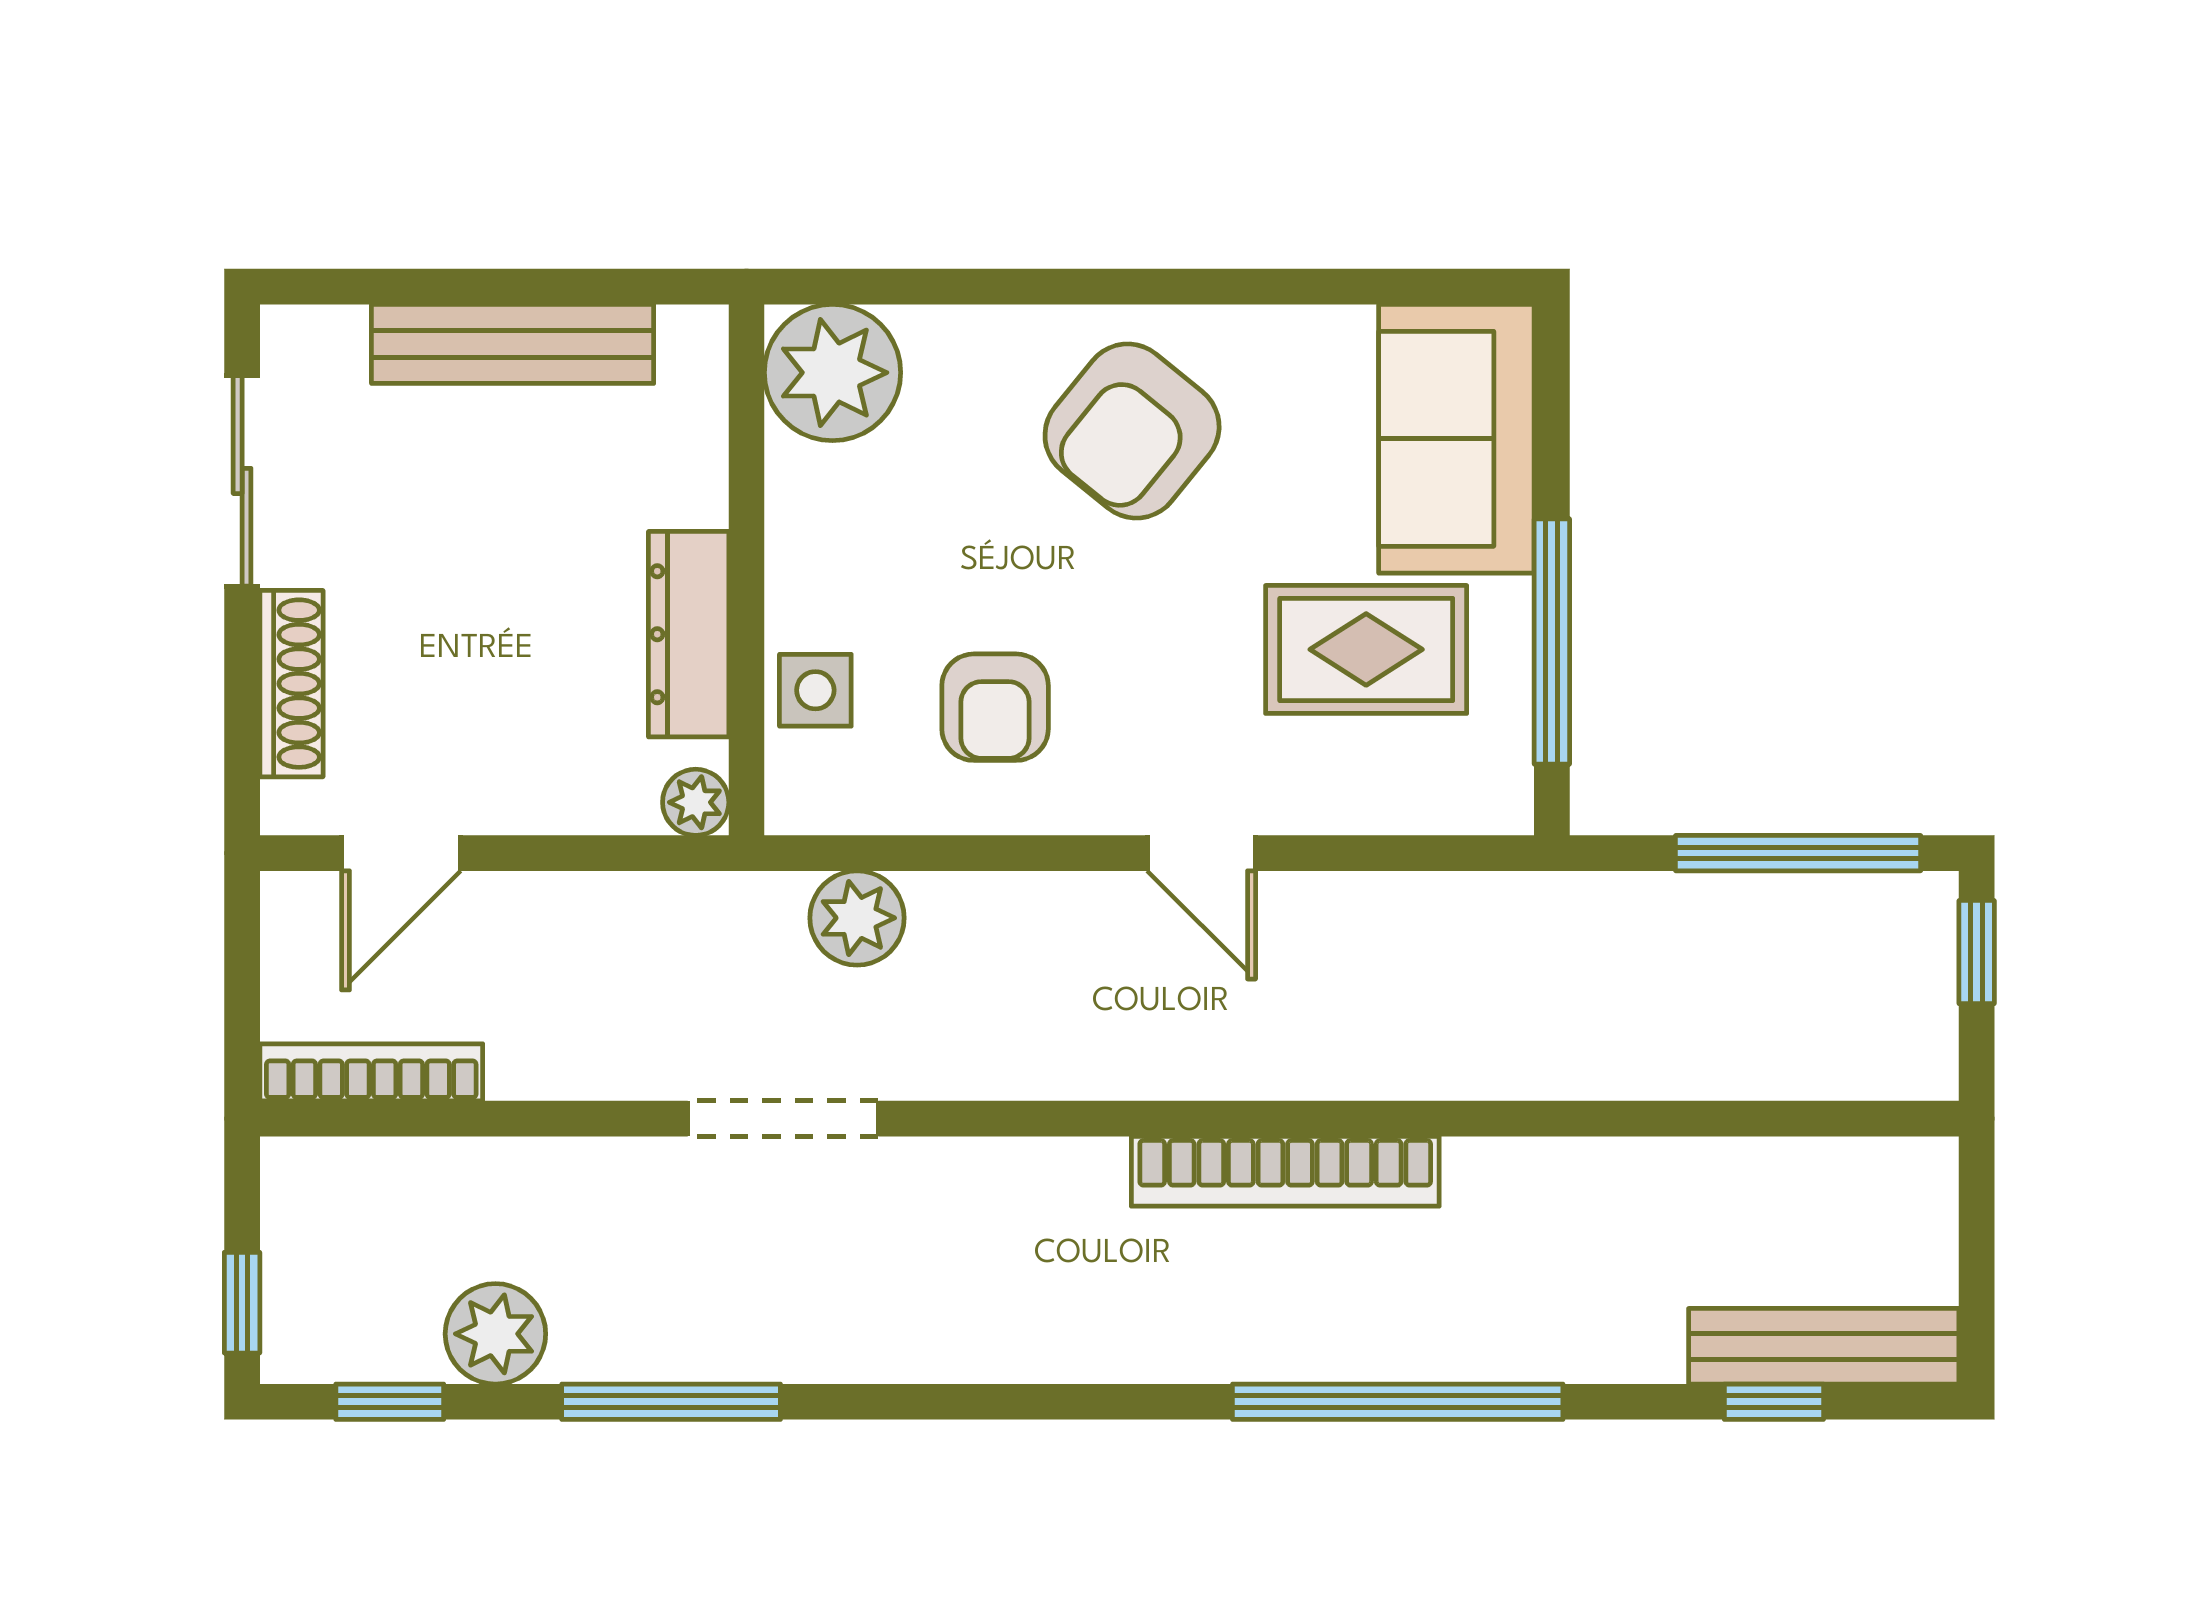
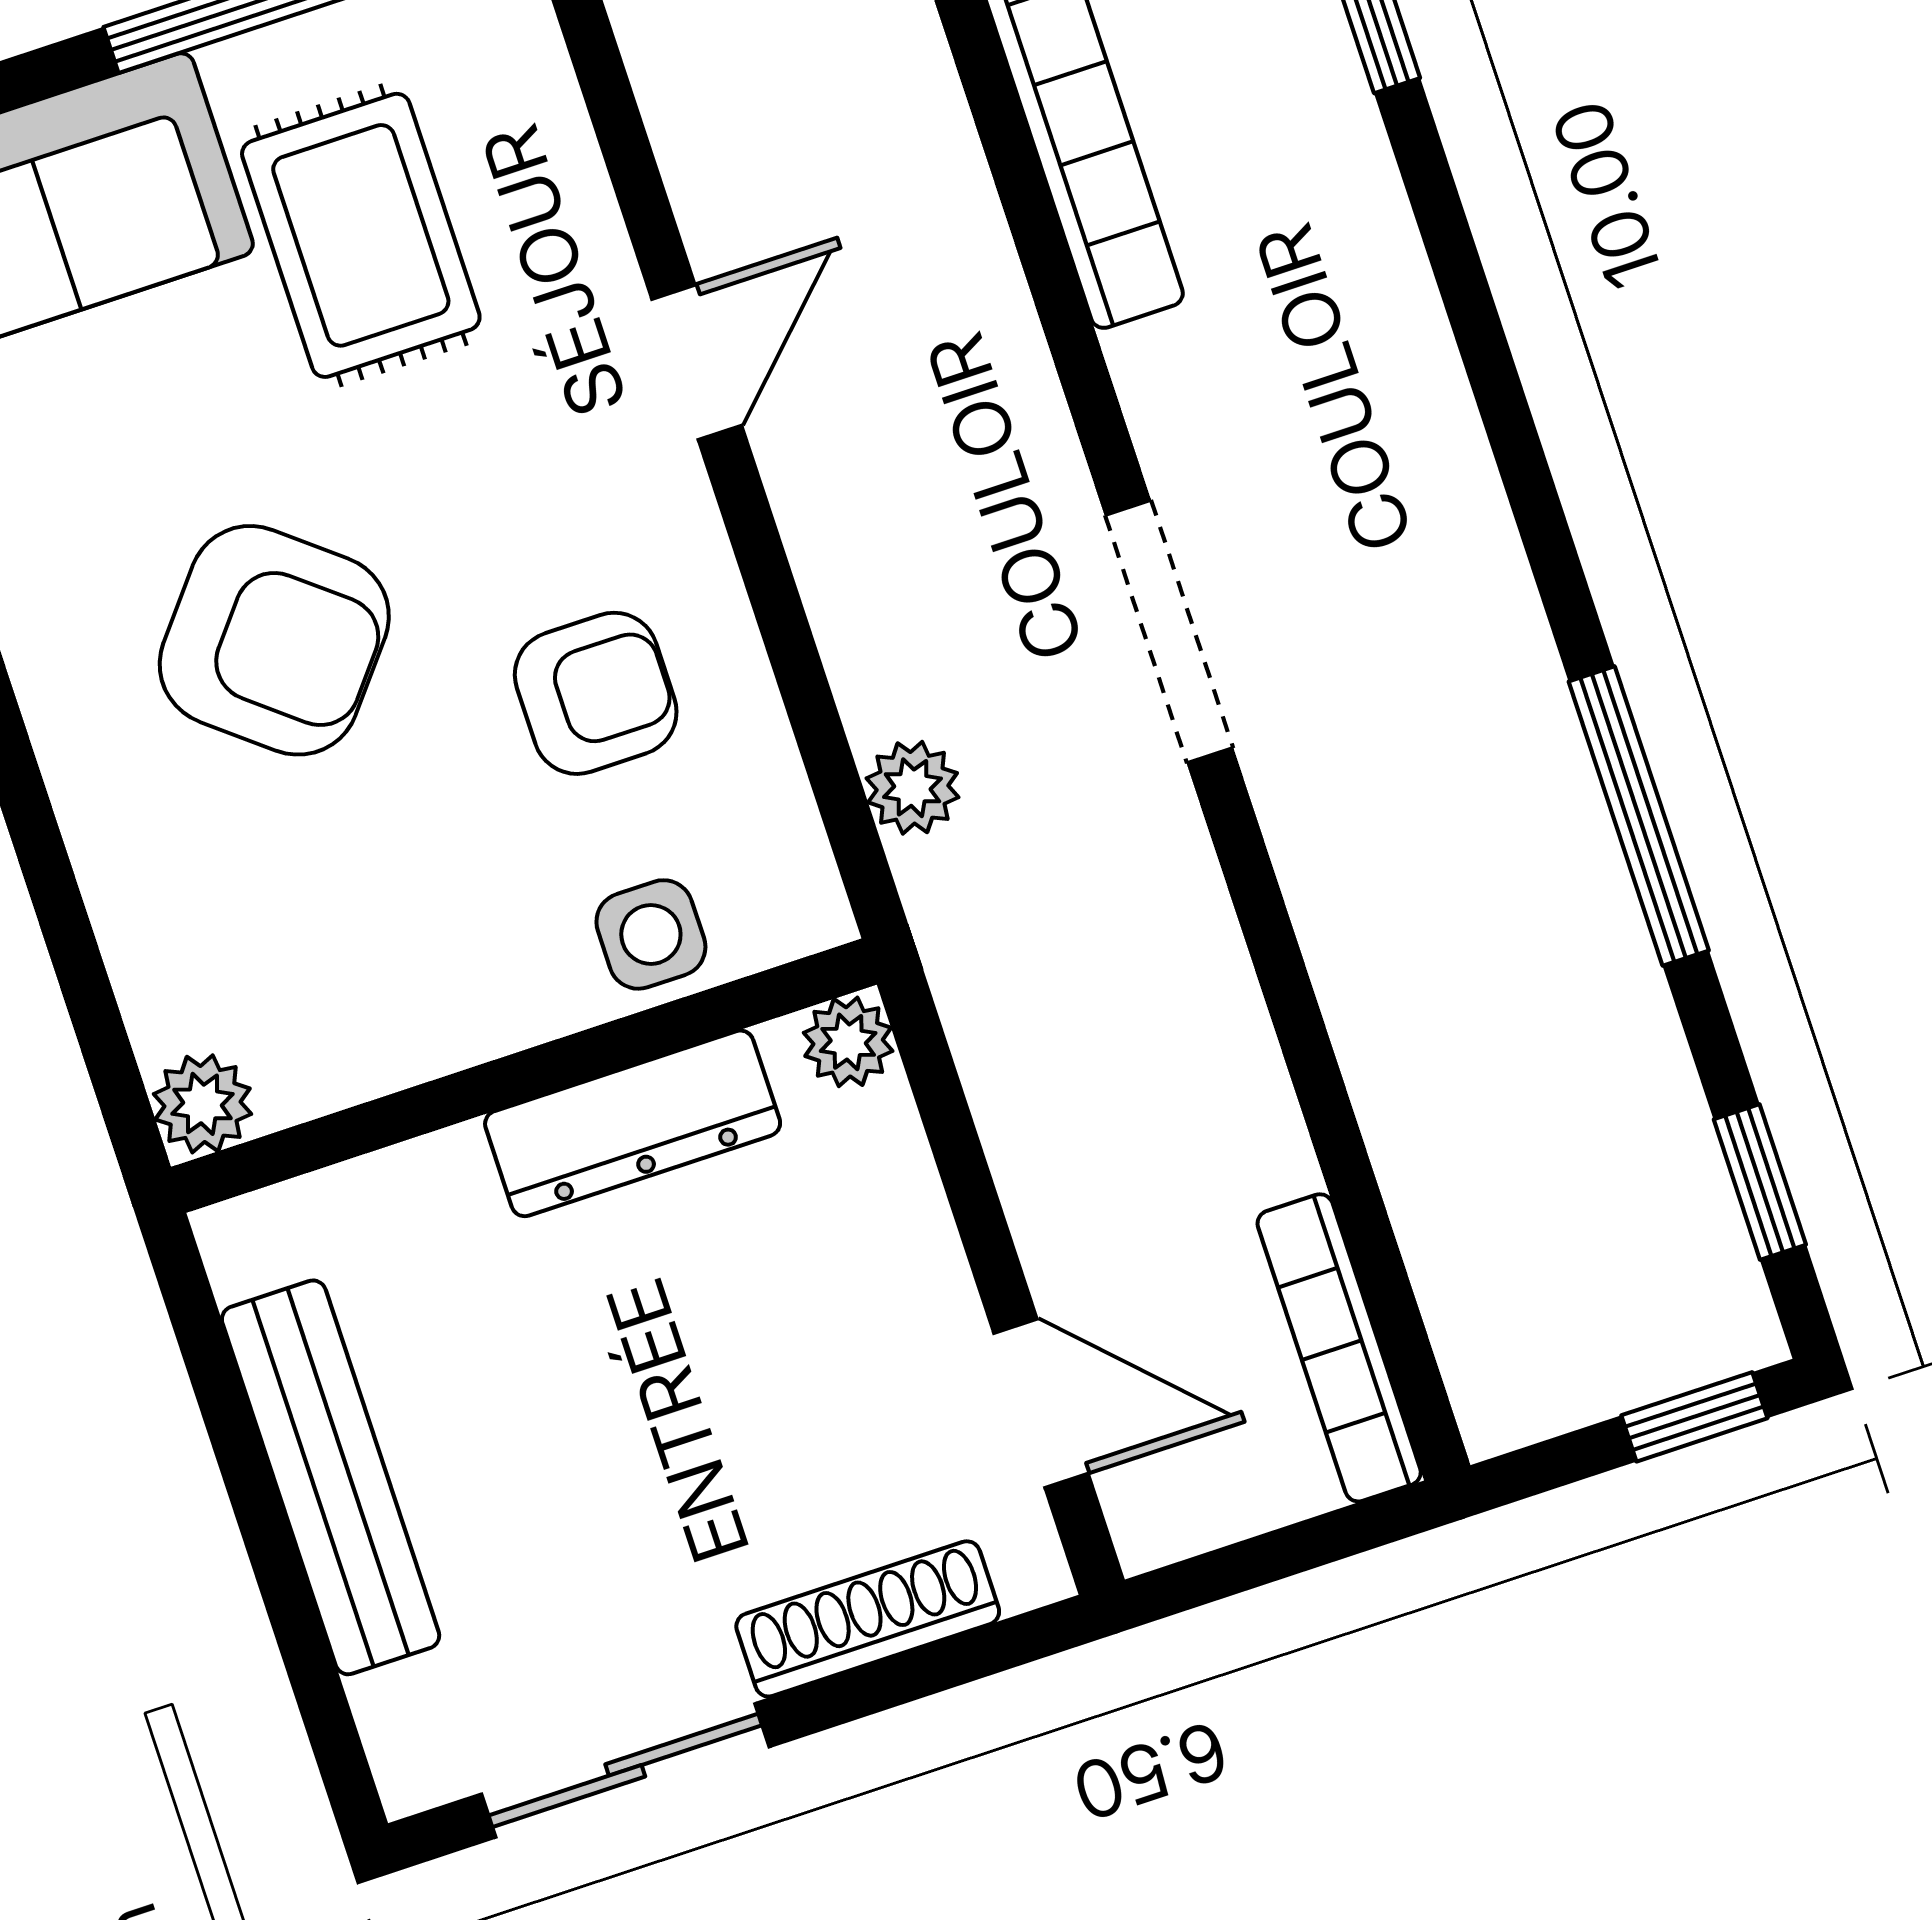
plant: (832, 373) -> (203, 1104), width x0.53, depth x0.53
armchair: (1132, 431) -> (274, 640), moved
plant: (857, 918) -> (912, 788), width x0.73, depth x0.73
doorway: (783, 1119) -> (1169, 632), moved
plant: (495, 1334) -> (1626, 1074), removed

